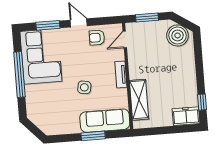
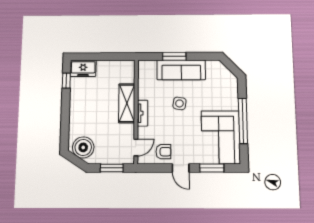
shelving: (139, 100) -> (127, 103), moved
sofa: (105, 121) -> (181, 70), moved

